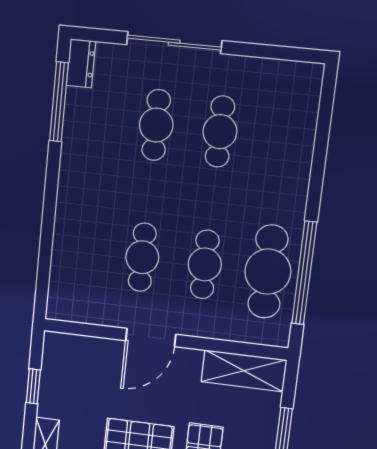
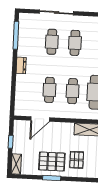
dresser: (81, 63) -> (21, 65), moved
door: (151, 337) -> (40, 119), moved

